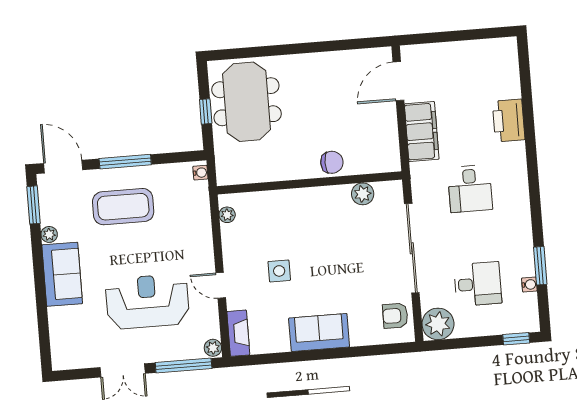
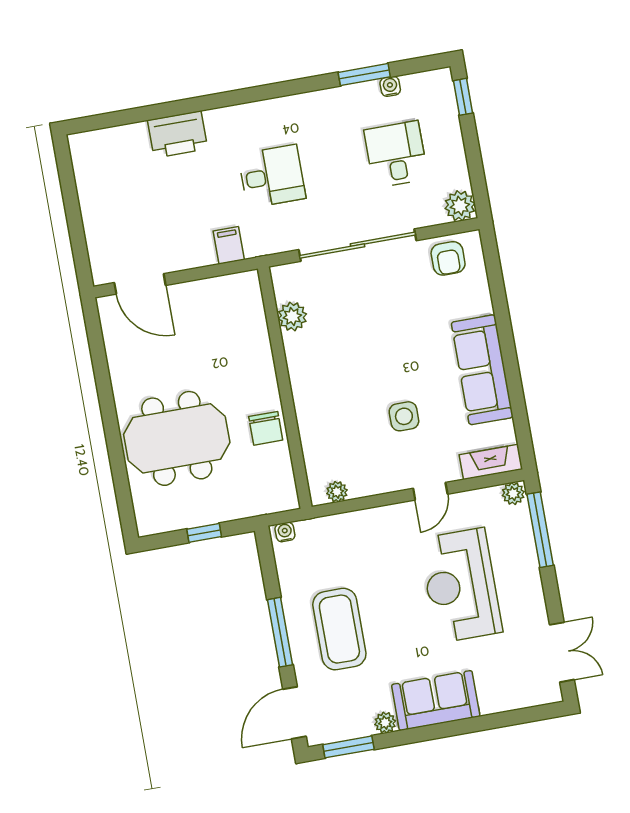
meeting table: (246, 102) -> (177, 438), moved
filing cabinet: (422, 132) -> (229, 245), width x0.33, depth x0.86
chair: (332, 162) -> (266, 428), moved, turned 180
plant: (438, 324) -> (460, 206), width x0.73, depth x0.73
sofa: (319, 332) -> (482, 370), width x1.36
double door: (123, 370) -> (562, 652), moved

